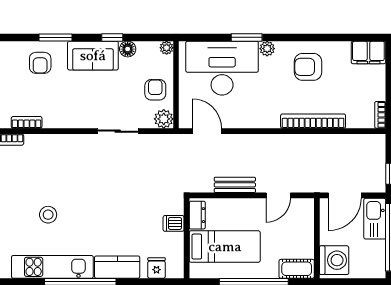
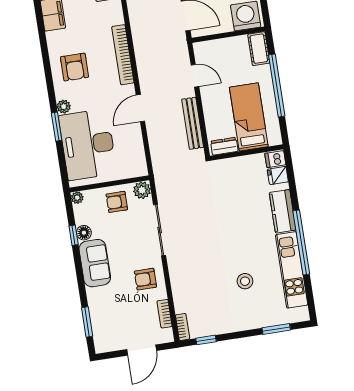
window: (56, 37) -> (87, 322), moved
window: (112, 37) -> (74, 235), moved
armchair: (40, 63) -> (145, 279), moved, turned 180
sliding door: (118, 131) -> (160, 230), width x1.37
door: (207, 131) -> (140, 108), moved
bench: (235, 185) -> (193, 123), width x1.36
dishwasher: (174, 223) -> (275, 159), moved, turned 90

